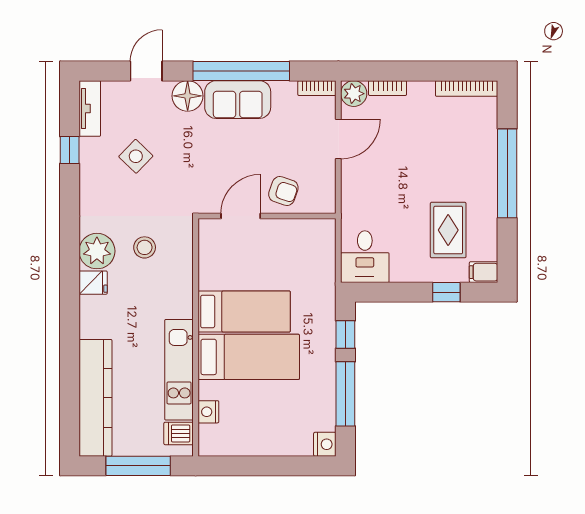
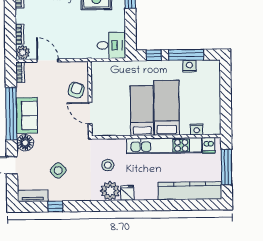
kitchen unit: (179, 370) -> (164, 146), width x1.36
nightstand: (325, 444) -> (189, 66), moved

